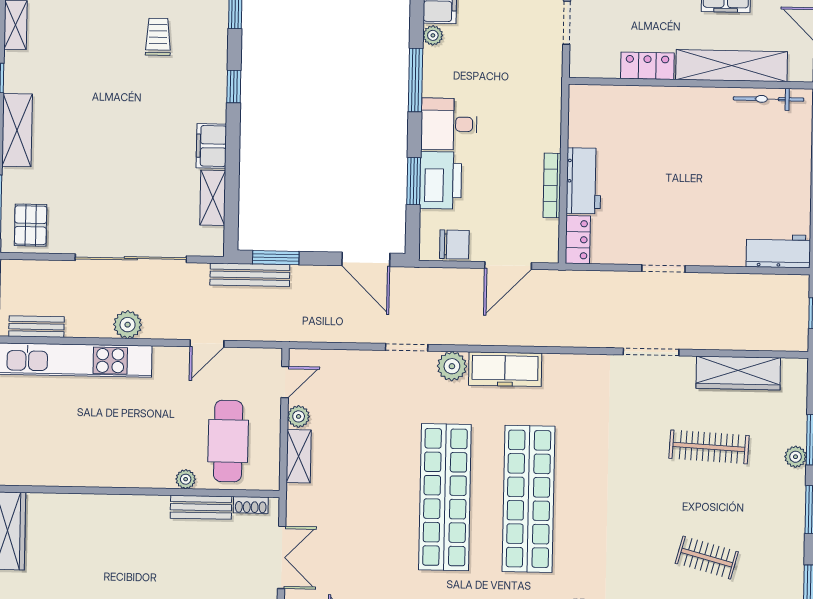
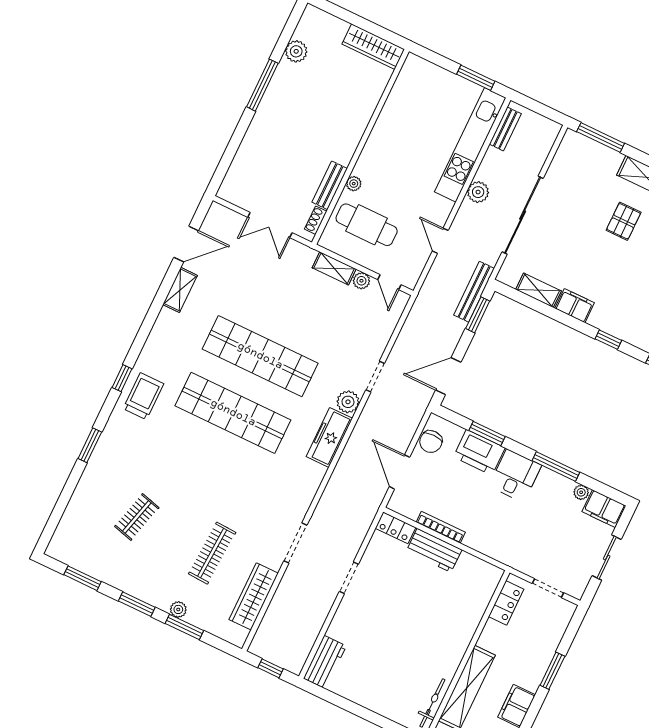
locker: (647, 66) -> (506, 603), moved
pallet: (31, 225) -> (624, 221), moved, turned 90

